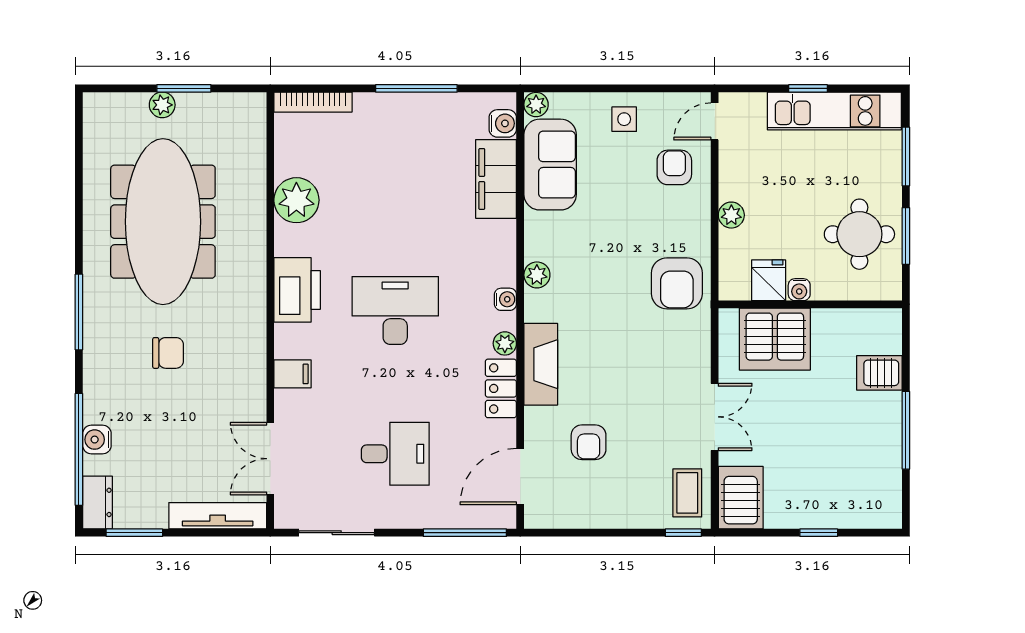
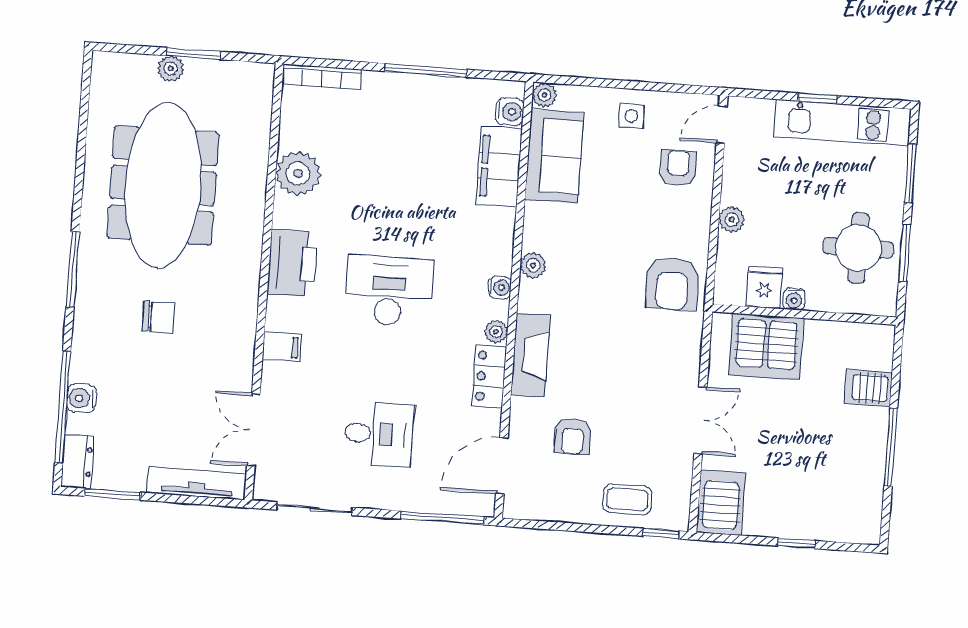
coffee table: (687, 493) -> (627, 499), moved, turned 90

